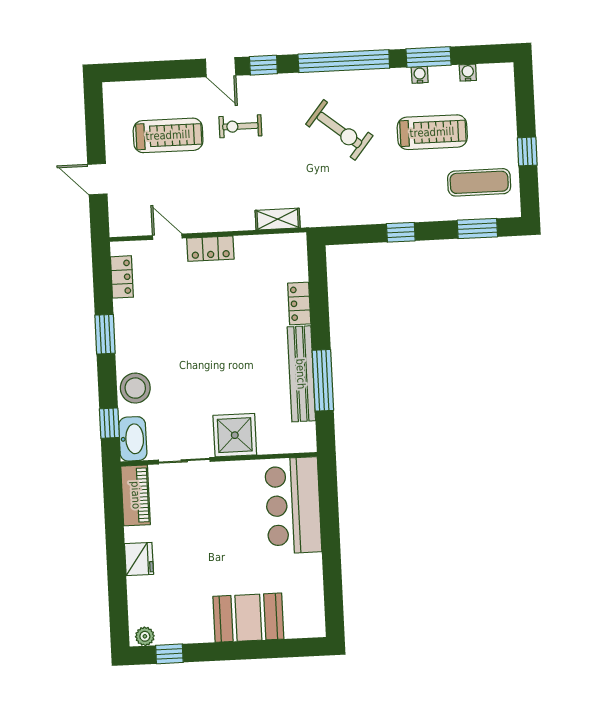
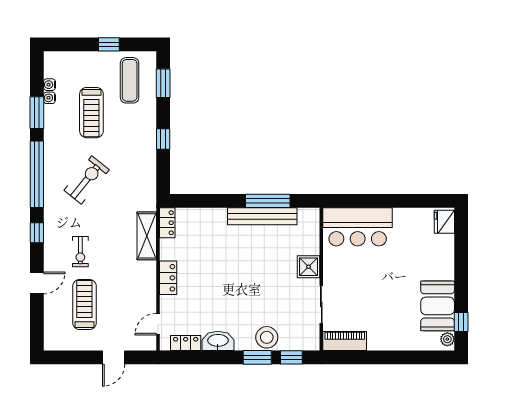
door: (221, 67) -> (37, 283), moved
water cooler: (420, 75) -> (49, 98), moved
treadmill: (432, 132) -> (91, 113), turned 180
shelving: (278, 219) -> (147, 236), width x1.50, depth x1.33
door: (167, 237) -> (158, 324), moved
locker: (299, 304) -> (167, 223), moved, turned -90
window: (105, 334) -> (257, 357), moved
shower: (235, 435) -> (309, 267), width x0.73, depth x0.73
washbasin: (133, 439) -> (218, 341), moved
fridge: (139, 559) -> (444, 222), moved, turned -90
booth: (248, 618) -> (438, 306), moved

